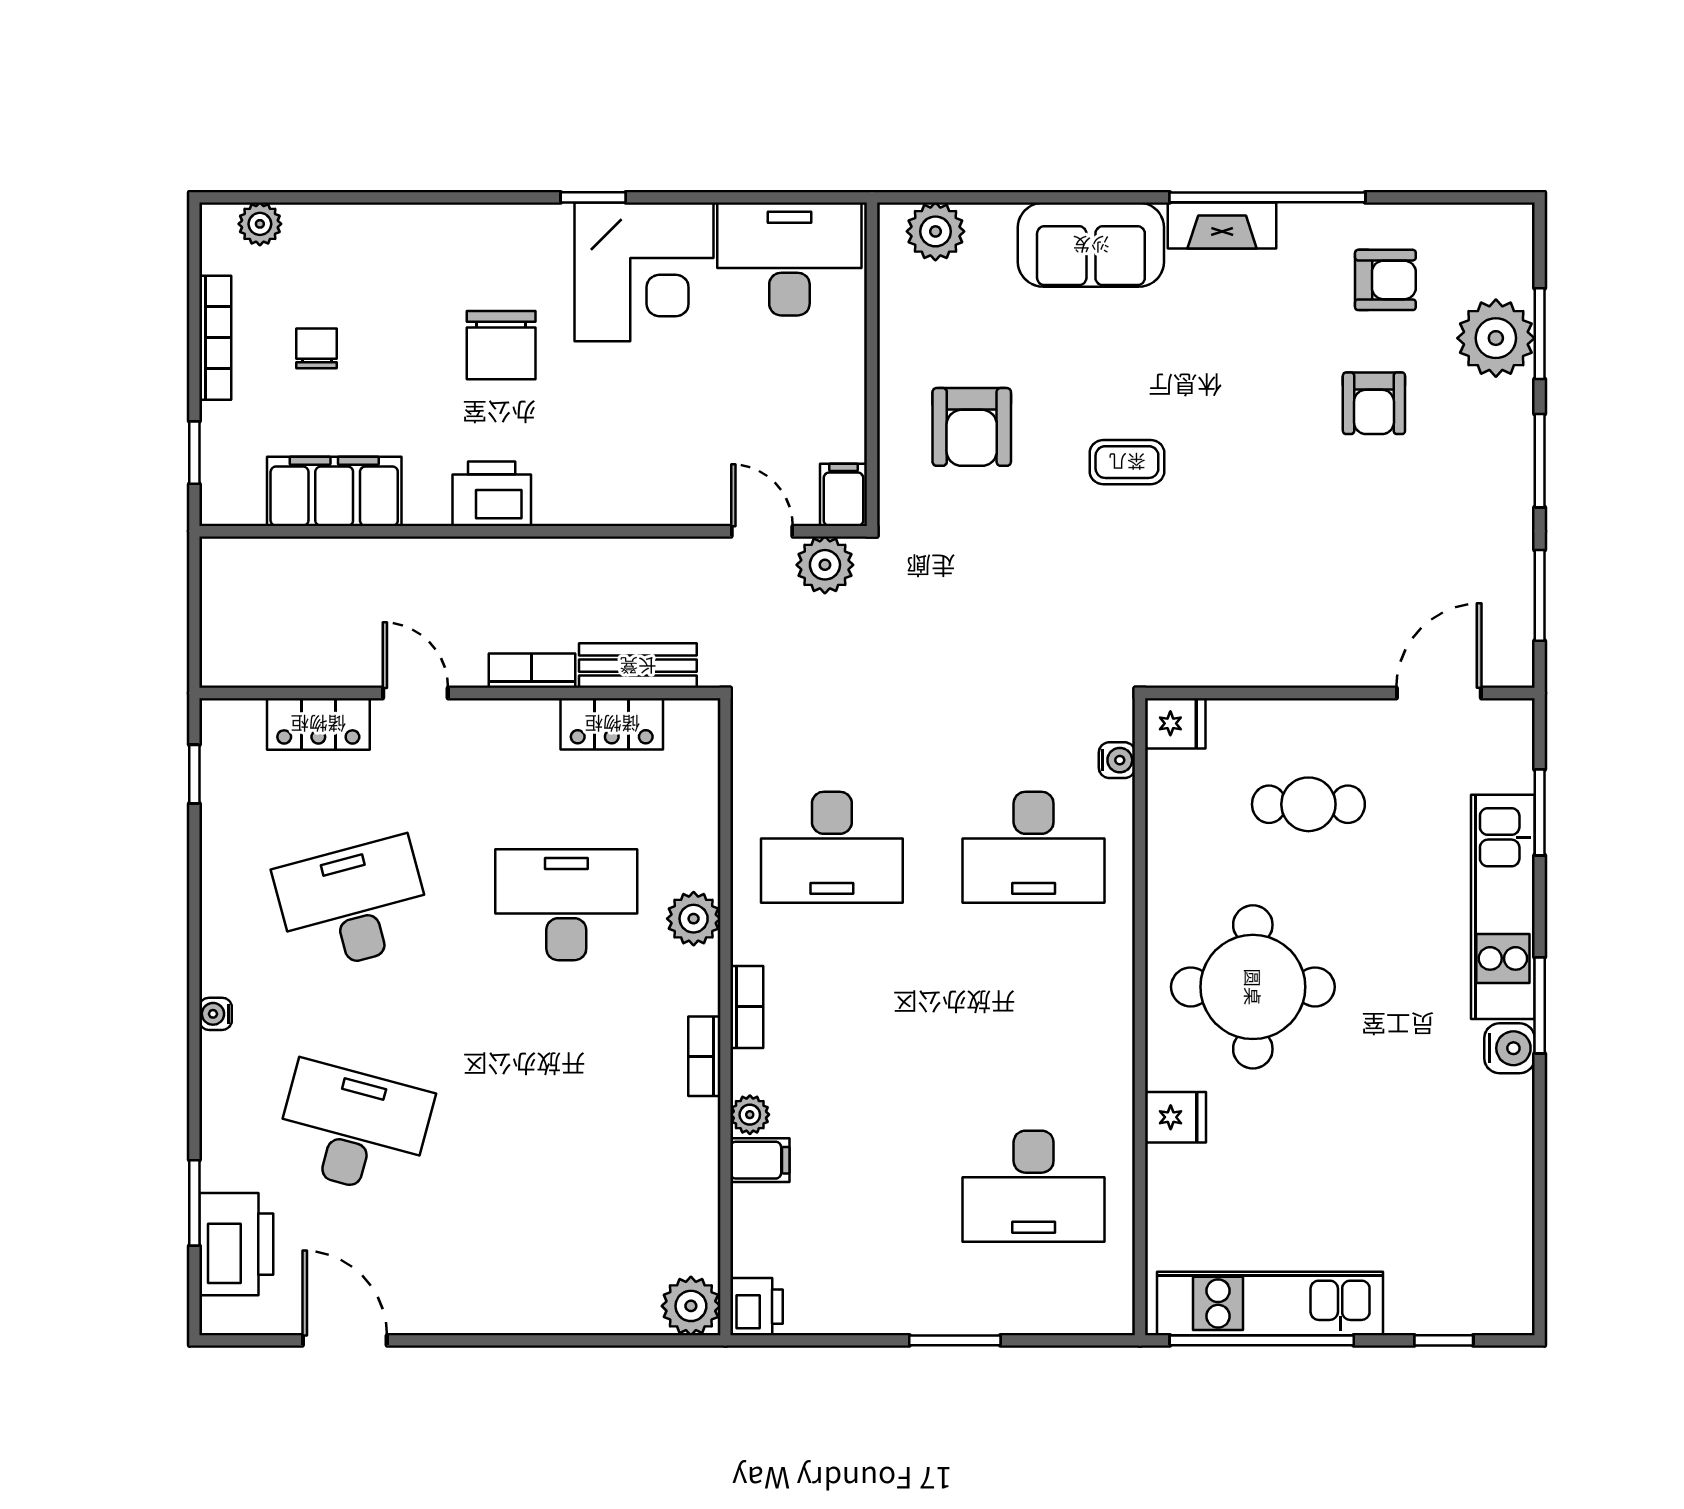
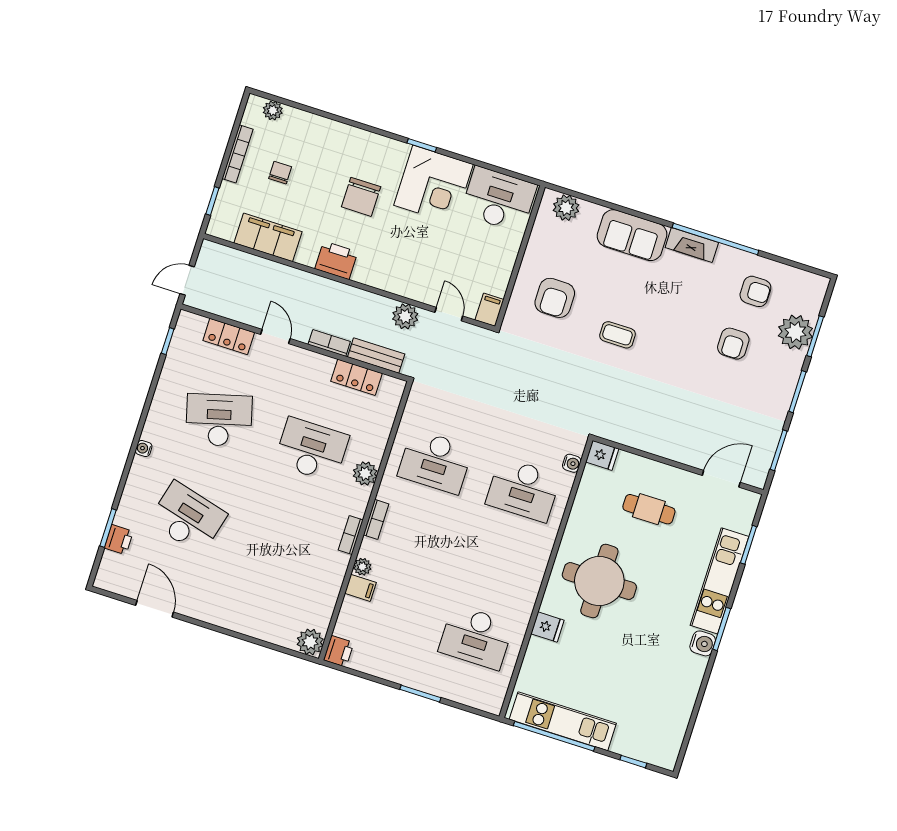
plant: (825, 565) -> (405, 316), moved
door: (194, 634) -> (187, 280), added
printer: (236, 1244) -> (119, 540), width x0.53, depth x0.68

